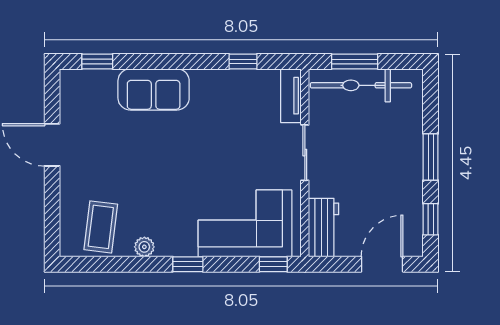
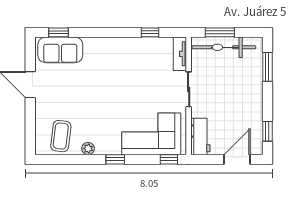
sofa: (154, 89) -> (60, 50), moved
window: (431, 157) -> (267, 67), moved

